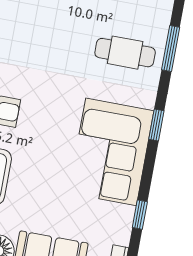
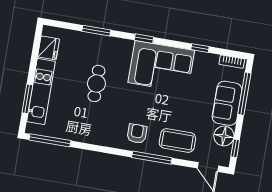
cafe table: (125, 53) -> (96, 83), moved

